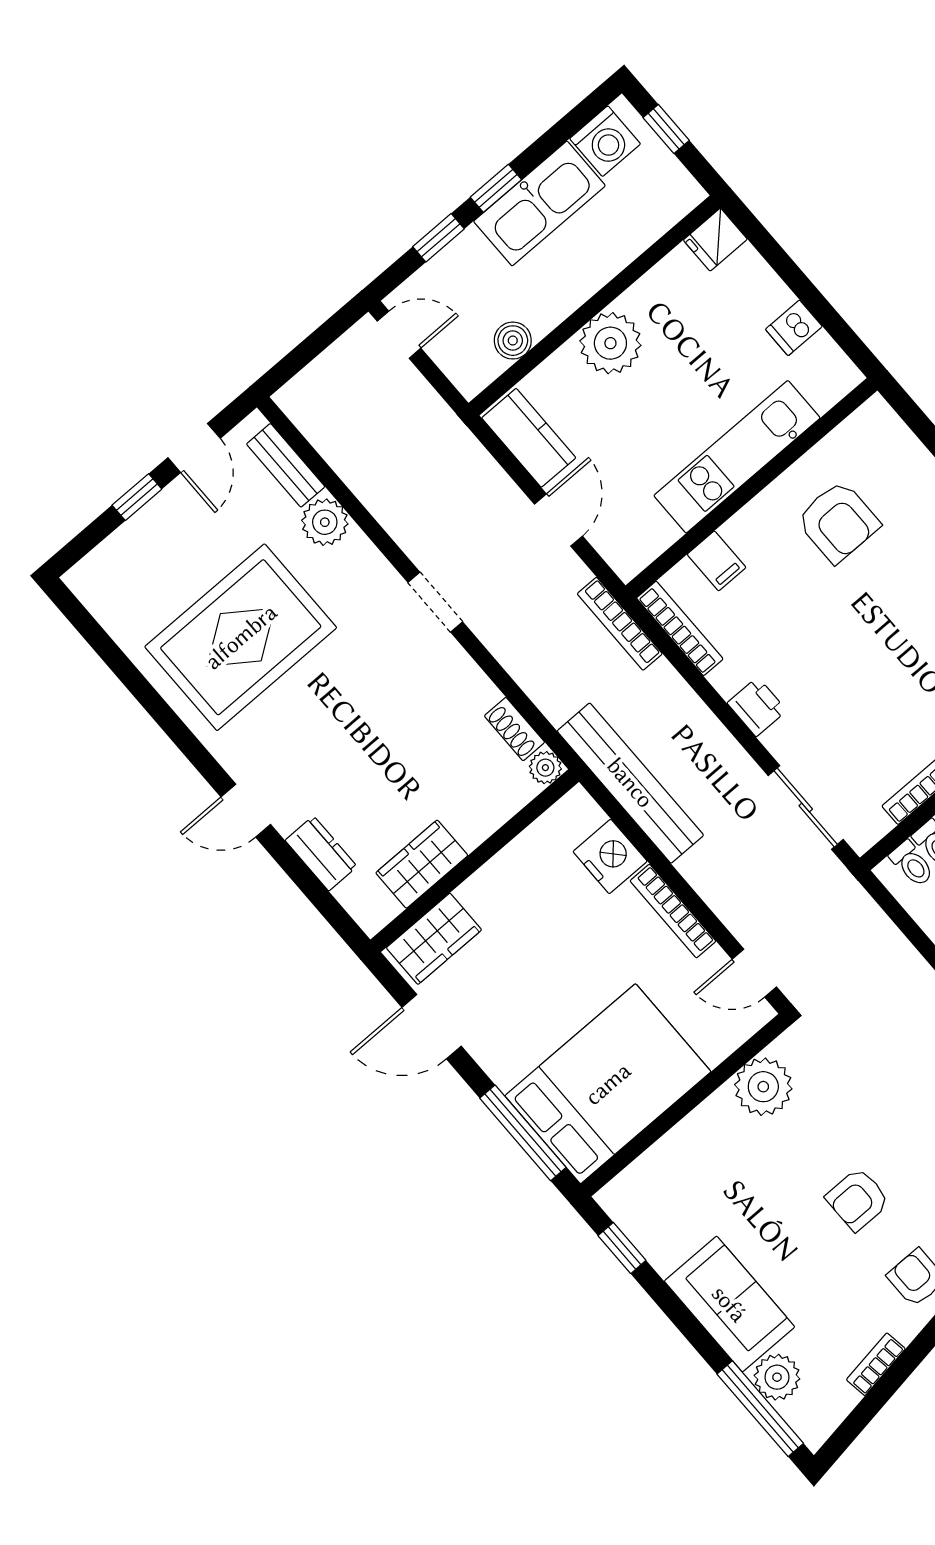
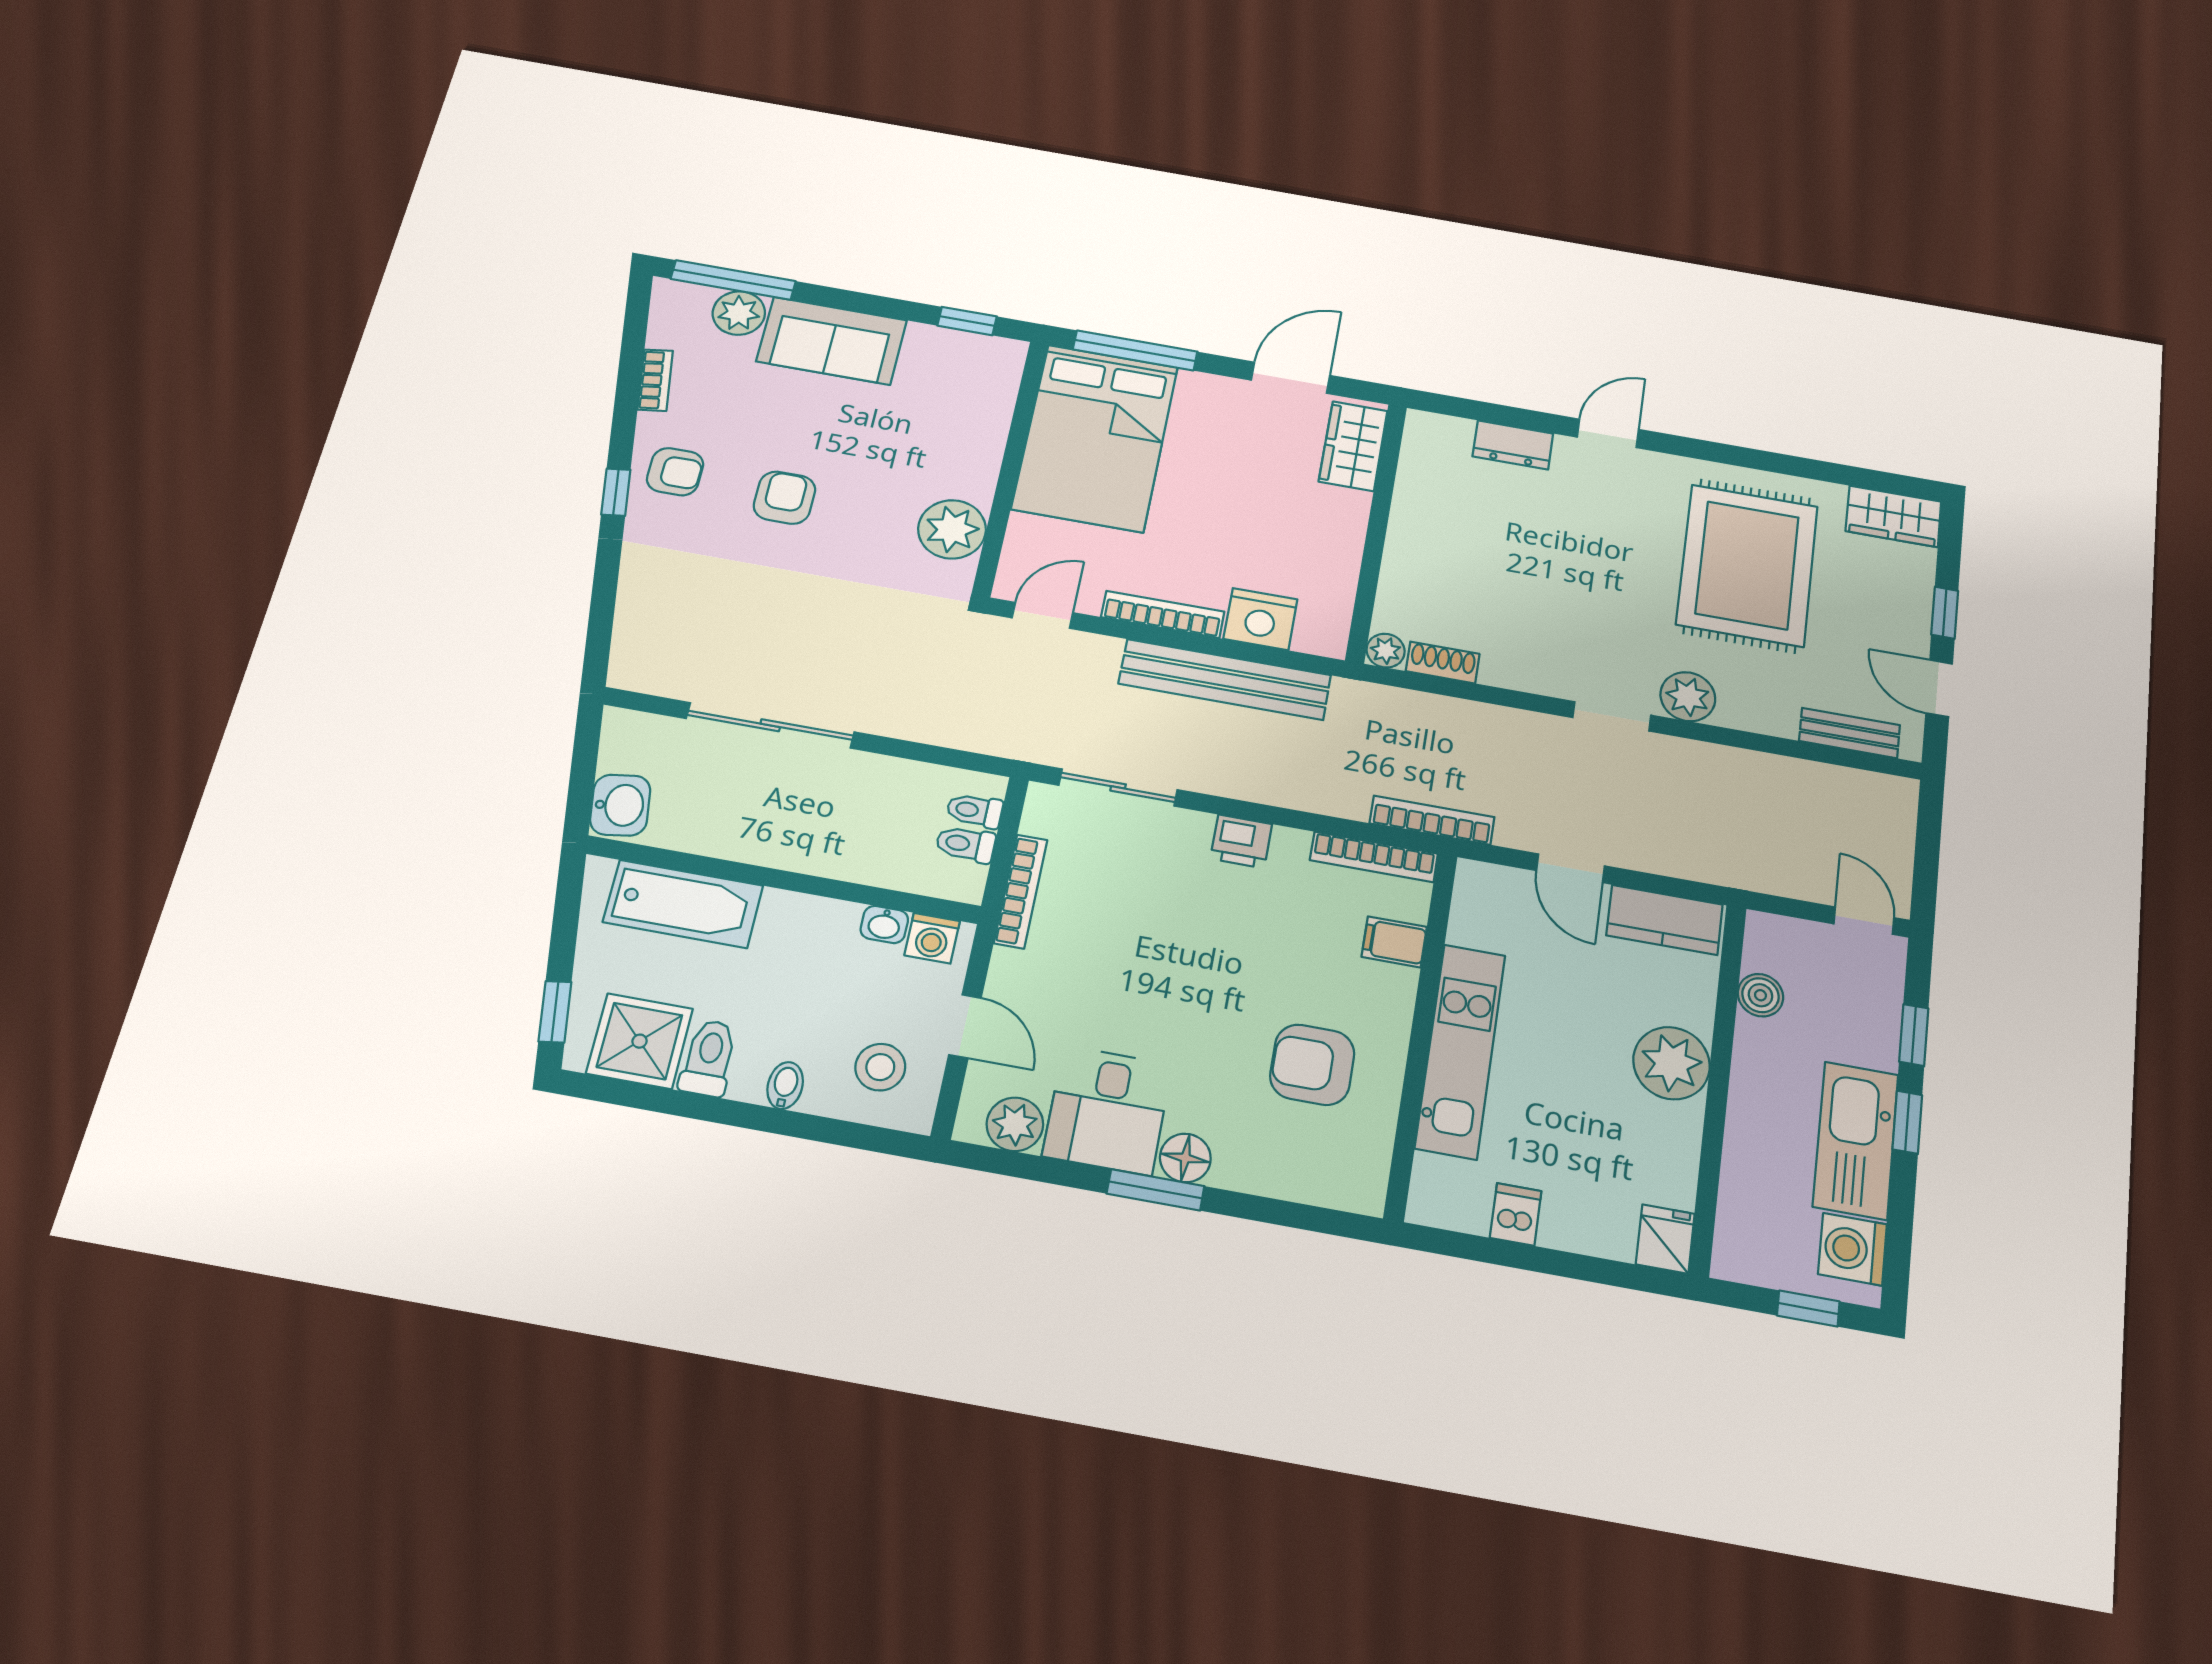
door: (399, 335) -> (1864, 921), swing flipped
plant: (325, 522) -> (1688, 697), moved
bench: (630, 783) -> (1225, 679), moved
wardrobe: (422, 864) -> (1893, 516), moved, turned 90

